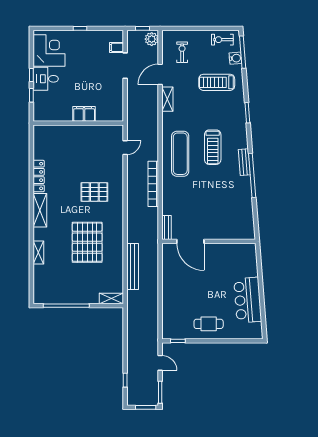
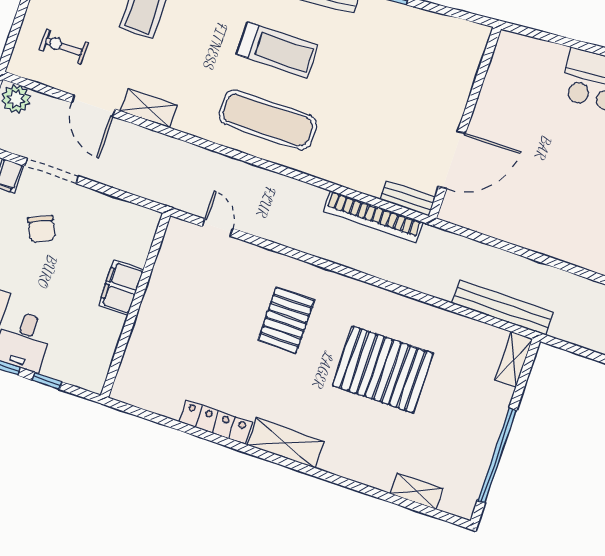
chair: (98, 70) -> (41, 229), added
bookcase: (153, 184) -> (373, 217), moved
shelving: (38, 253) -> (417, 491), moved
bench: (133, 266) -> (503, 308), moved

